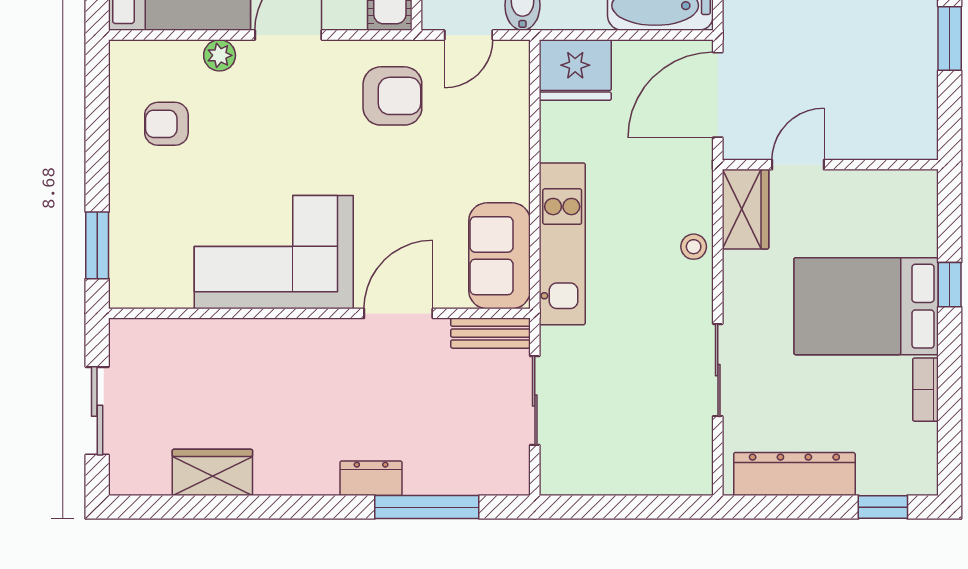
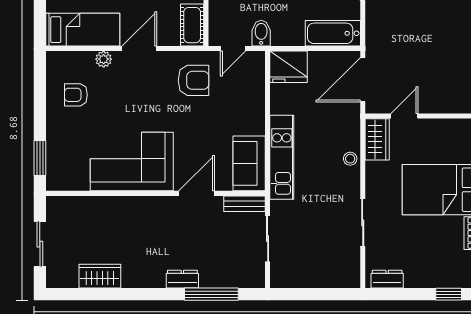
dresser: (794, 474) -> (387, 279), width x0.51, depth x0.80

